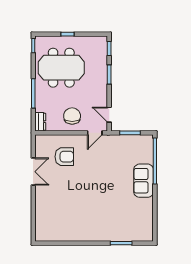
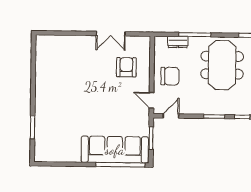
dresser: (40, 122) -> (178, 42), moved
armchair: (64, 157) -> (126, 67), turned 180
sofa: (144, 181) -> (115, 150), width x1.85, depth x1.27

